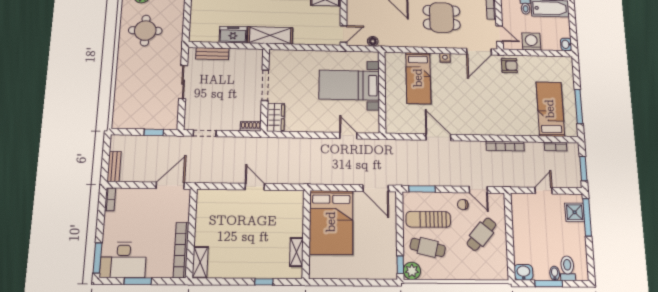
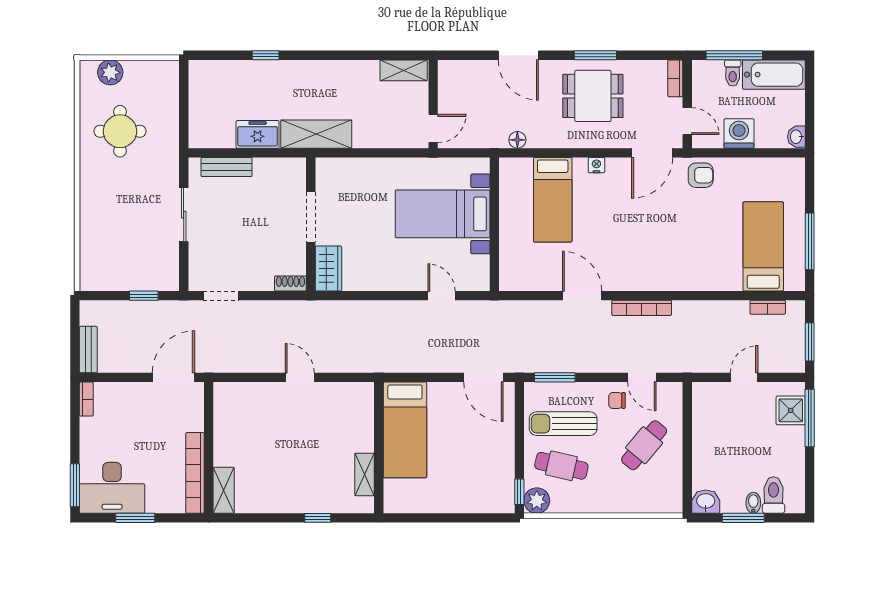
floor lamp: (373, 41) -> (517, 140), moved
bookcase: (505, 146) -> (642, 308), moved
bed: (331, 222) -> (405, 430), width x0.67

